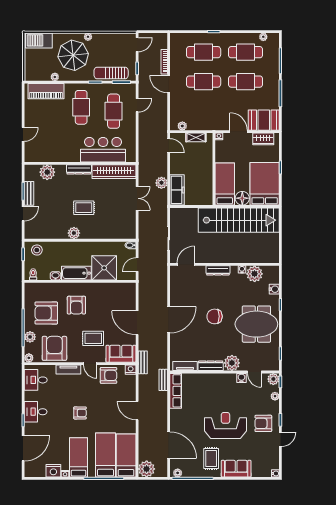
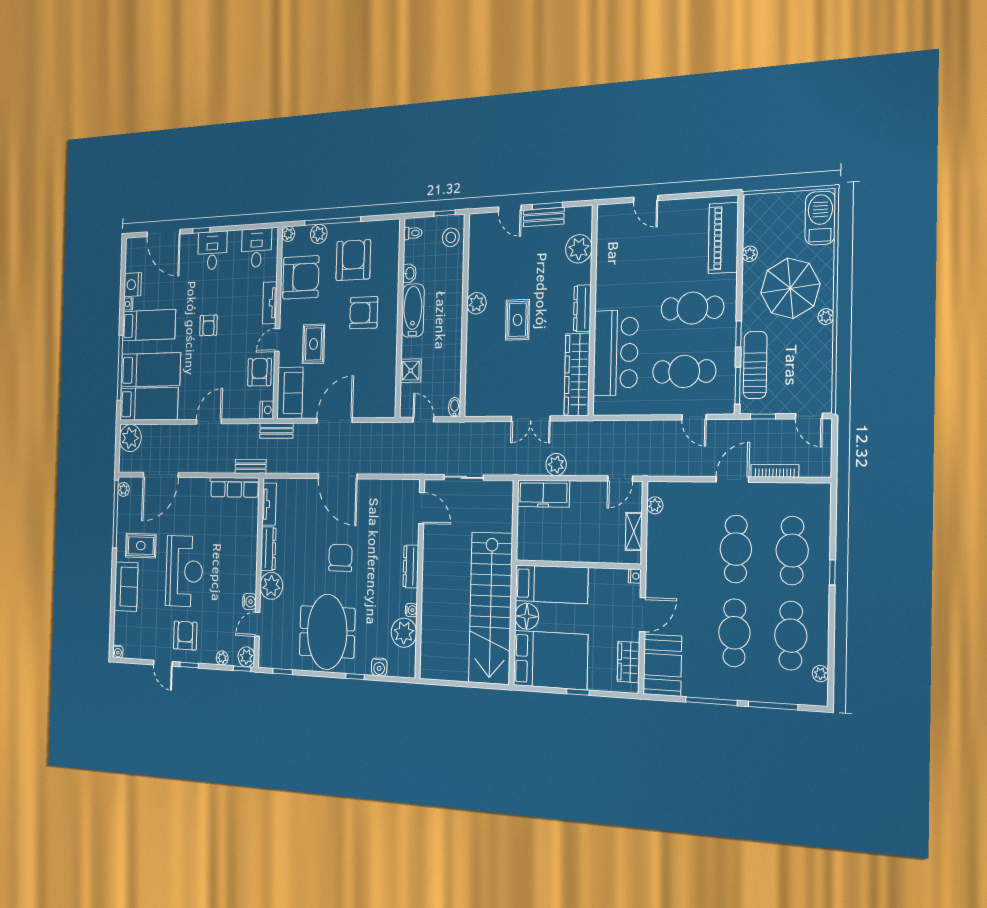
shower: (104, 268) -> (411, 371), width x0.54, depth x0.54
armchair: (109, 375) -> (259, 372), turned 180

